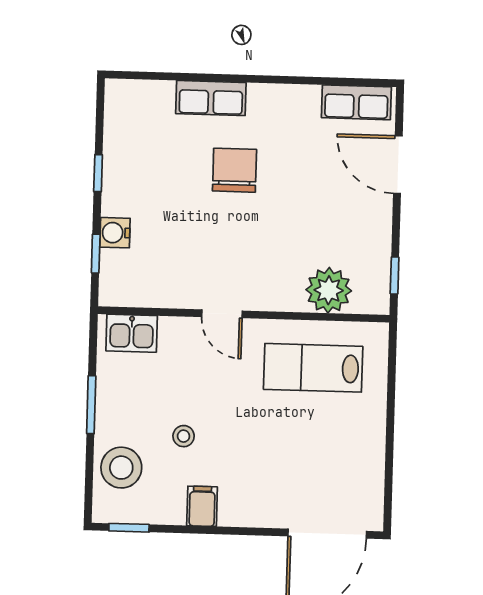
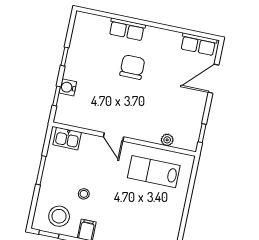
door: (398, 165) -> (213, 79), hinge flipped
plant: (329, 290) -> (167, 140), width x0.53, depth x0.53
stool: (121, 468) -> (59, 216), moved

